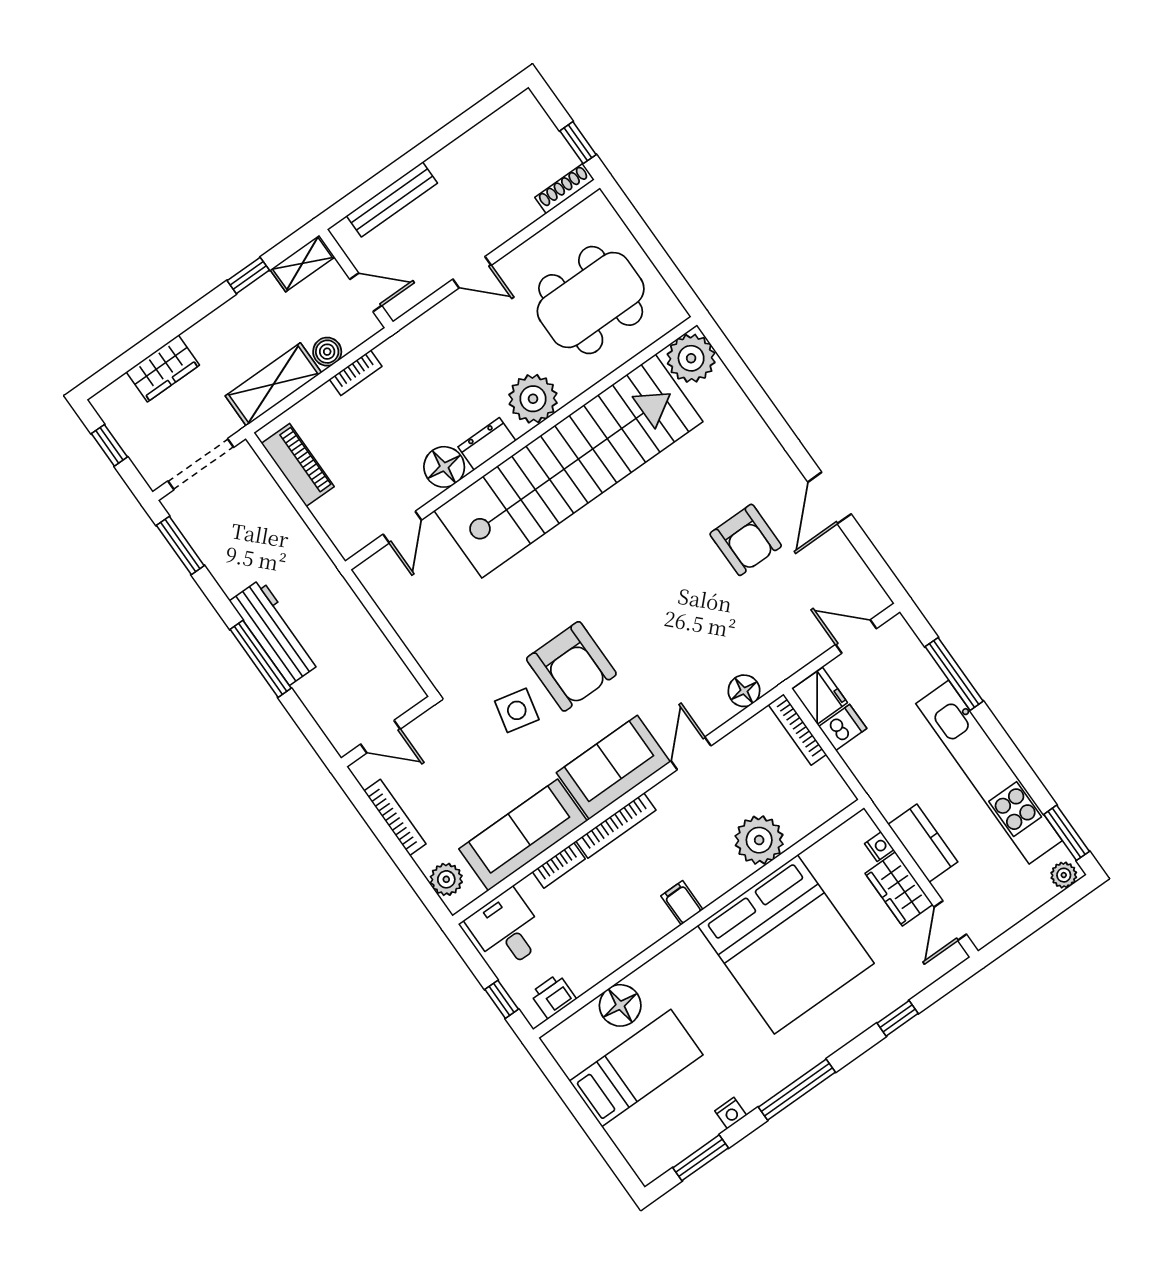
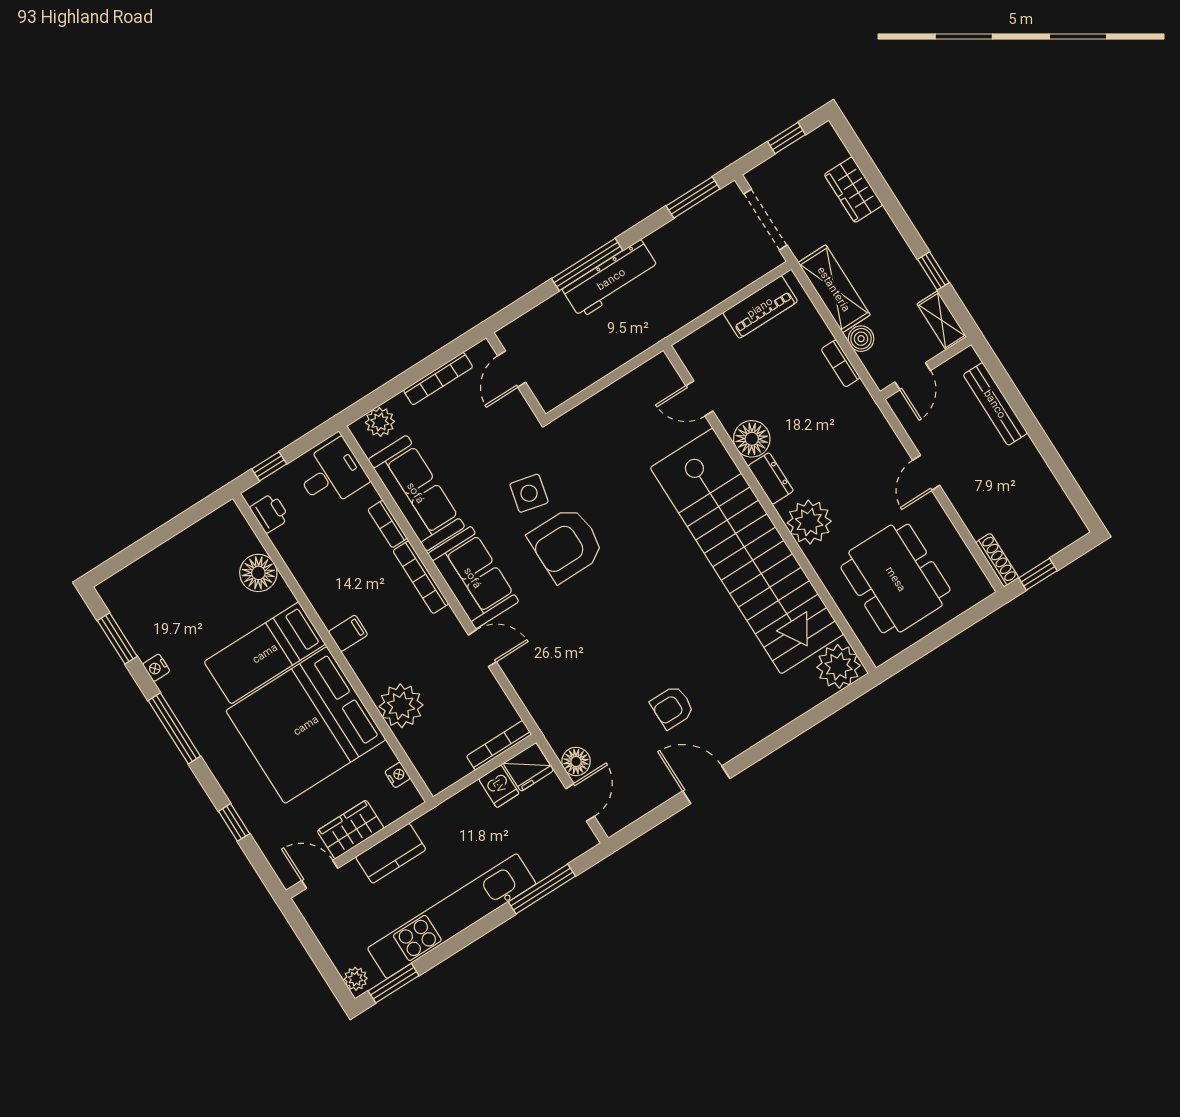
armchair: (746, 540) -> (672, 707), width x0.72, depth x0.72
floor lamp: (744, 691) -> (576, 761), moved
nightstand: (879, 847) -> (398, 775), moved, turned -90
bed: (636, 1068) -> (265, 653), moved, turned 90

